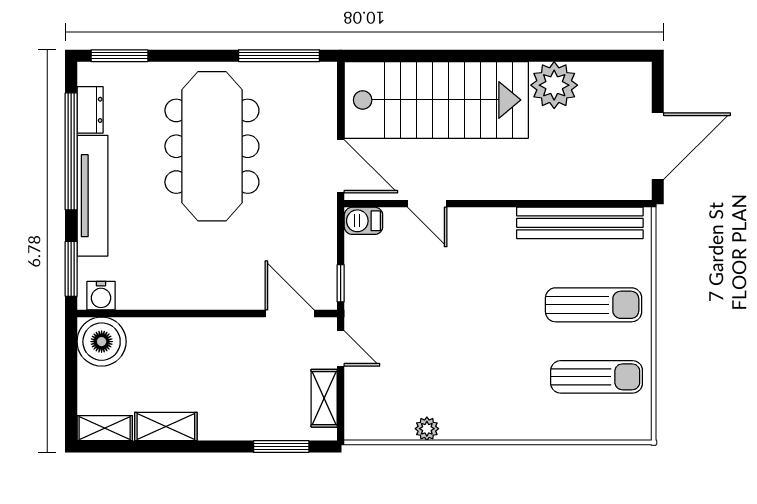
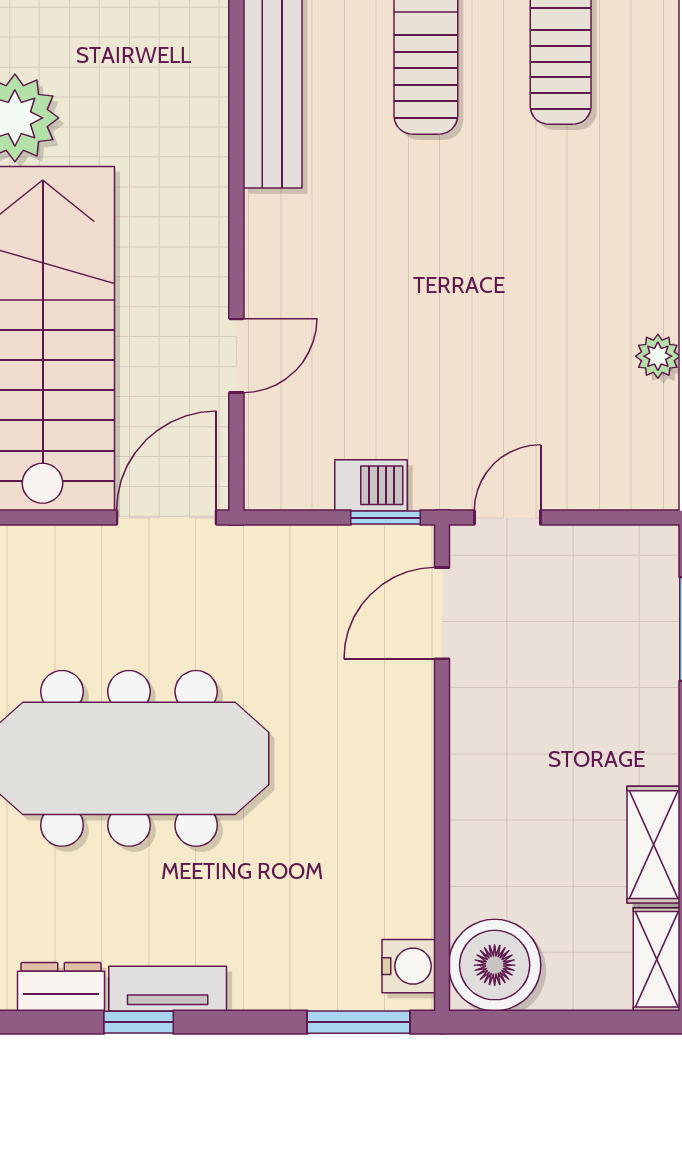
window: (71, 151) -> (139, 1022), width x0.32
tv unit: (92, 196) -> (168, 989), width x0.52, depth x0.78
barbecue: (363, 221) -> (371, 485), moved, turned -90
shelving: (324, 398) -> (601, 548), removed

